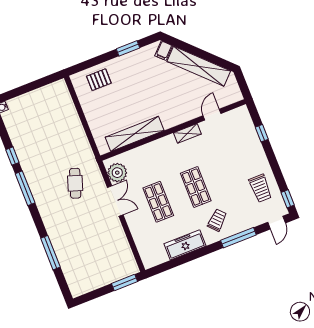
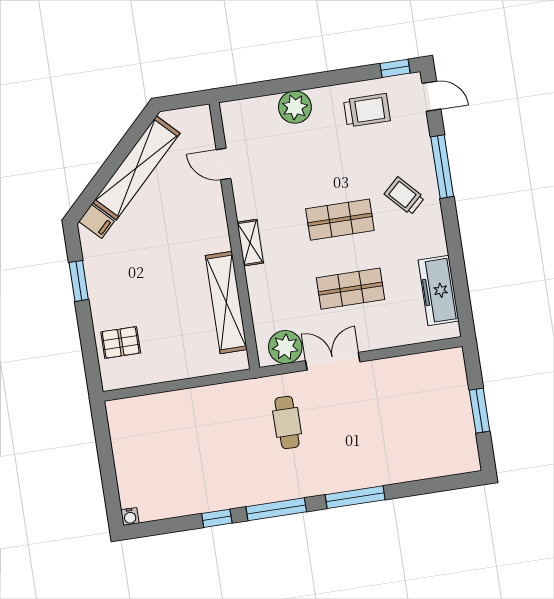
pallet: (99, 80) -> (121, 342), turned 90
shelving: (187, 133) -> (250, 243), moved
window: (262, 133) -> (274, 87), removed
plant: (253, 147) -> (295, 107), added
cafe table: (75, 183) -> (287, 422), turned 71
freezer: (185, 245) -> (439, 291), moved
window: (50, 253) -> (355, 497), moved
window: (124, 283) -> (480, 411), moved

